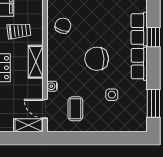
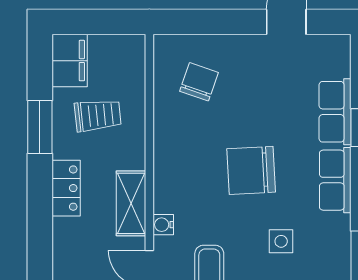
chair: (63, 26) -> (199, 82), moved
shelving: (36, 62) -> (131, 203), moved

